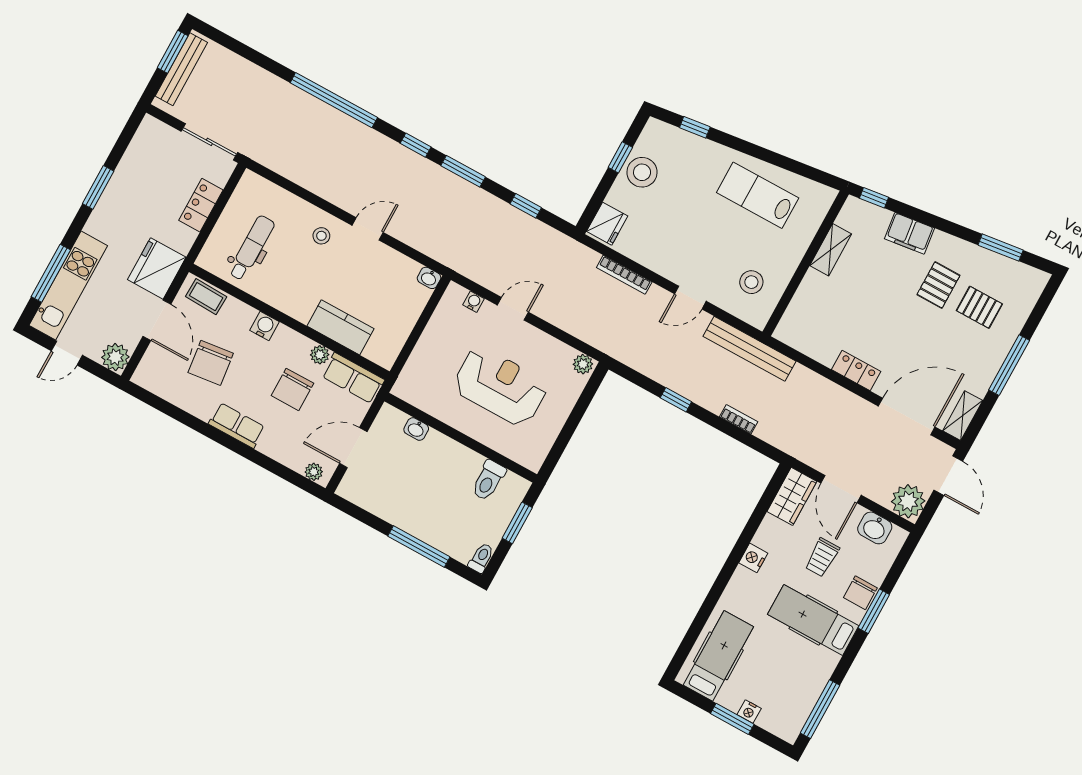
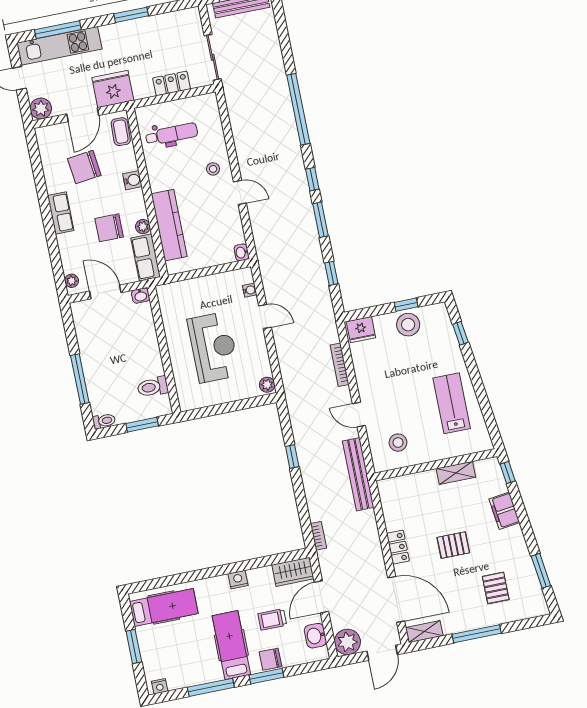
pallet: (938, 285) -> (453, 545), moved
kitchen counter: (341, 327) -> (169, 225), width x1.50
bookcase: (739, 419) -> (318, 536), moved
washbasin: (416, 429) -> (141, 296), moved, turned -90
window: (820, 709) -> (211, 687), moved
nightstand: (749, 711) -> (160, 686), moved, turned -90

